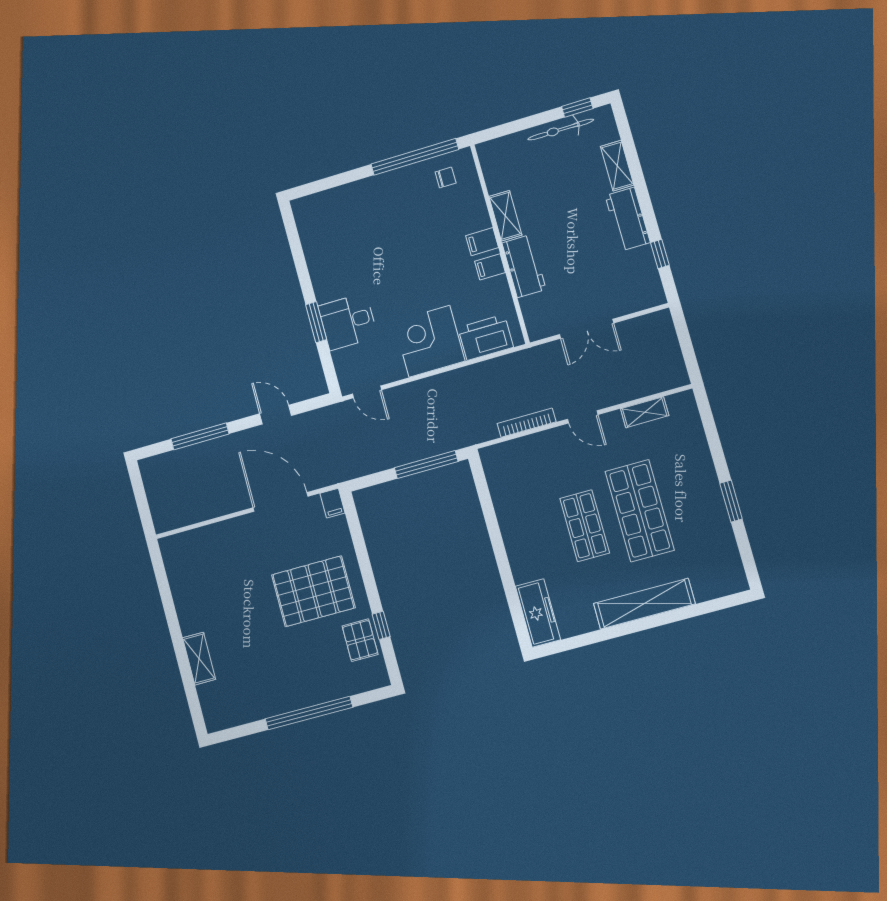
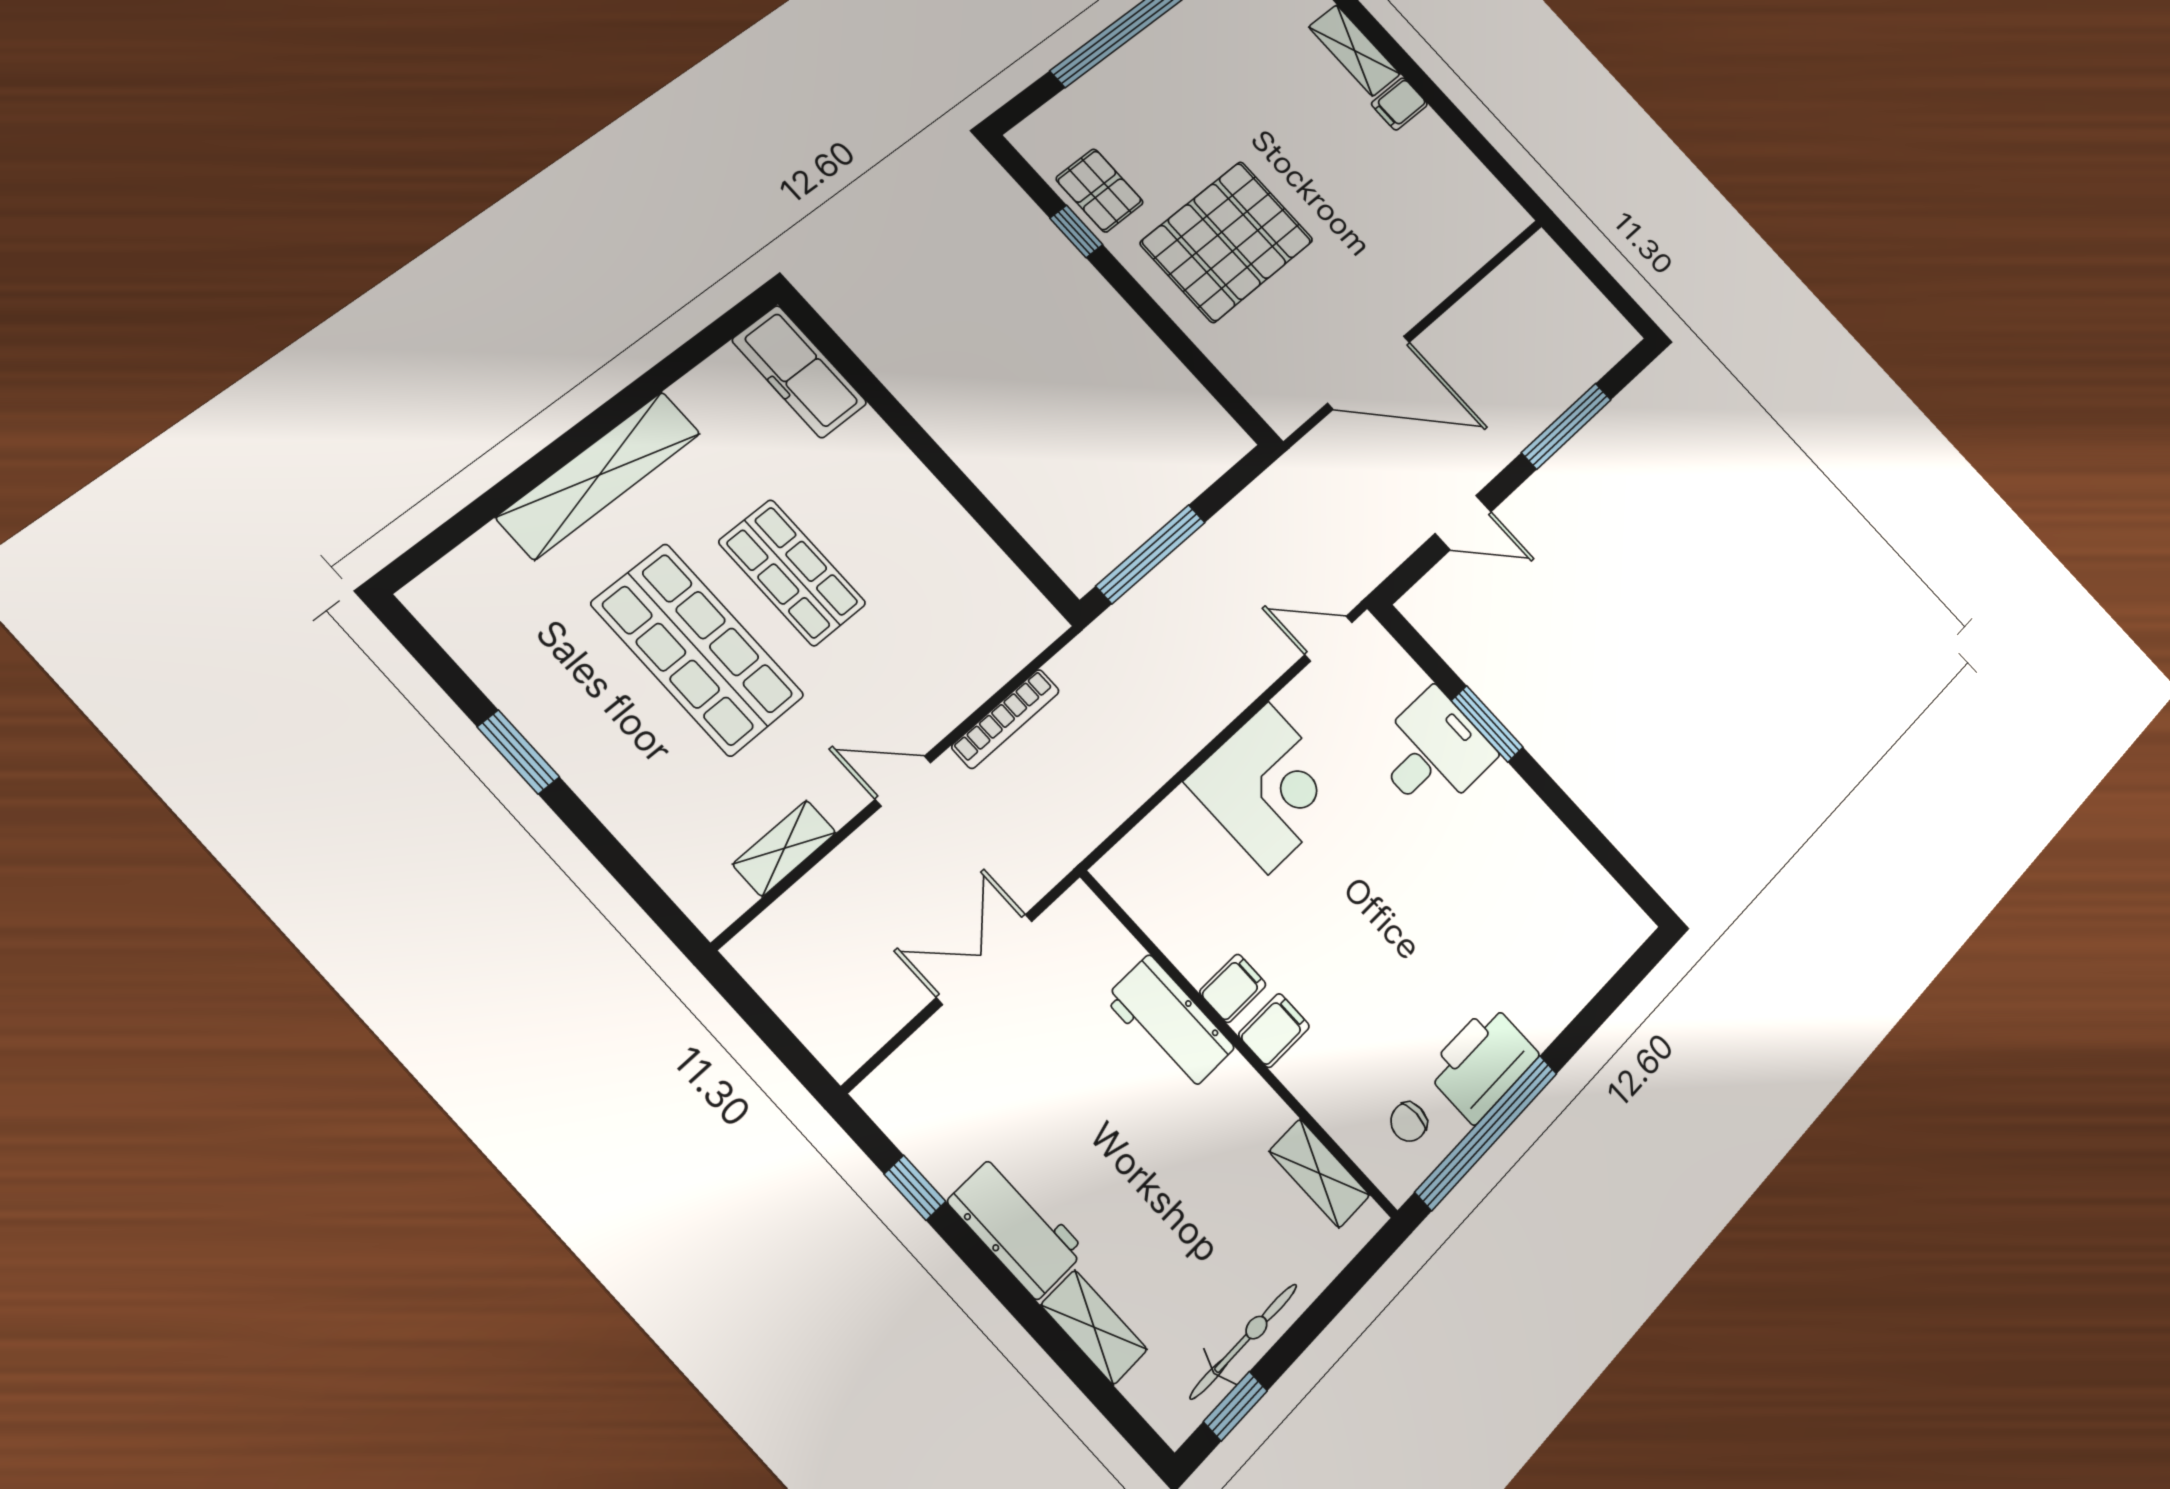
shelving: (505, 216) -> (1319, 1173), moved
printer: (486, 337) -> (1482, 1063), moved, turned 180
filing cabinet: (333, 503) -> (1399, 104), moved, turned -90

